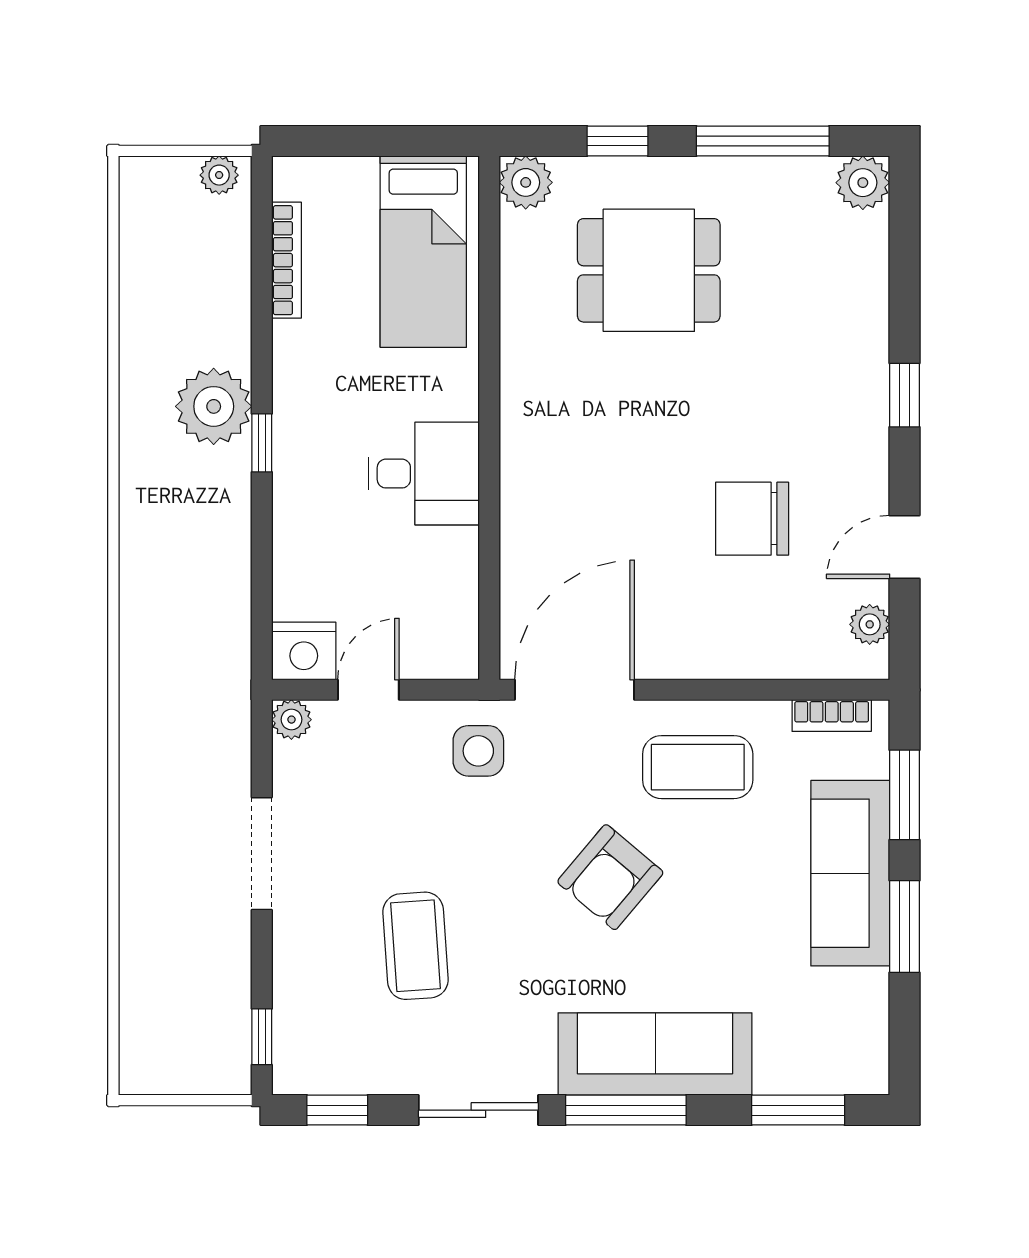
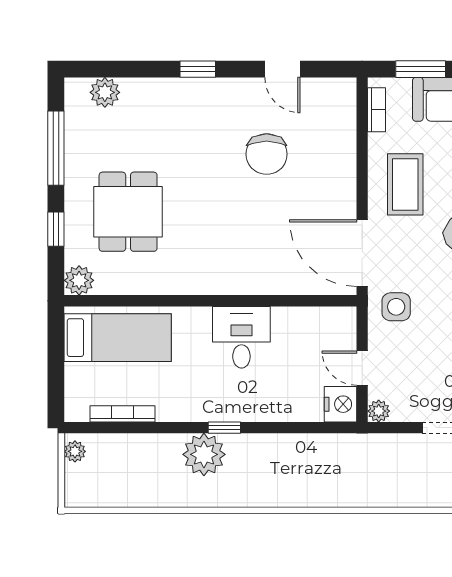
plant: (863, 183) -> (105, 92), moved
plant: (870, 624) -> (326, 88), removed

